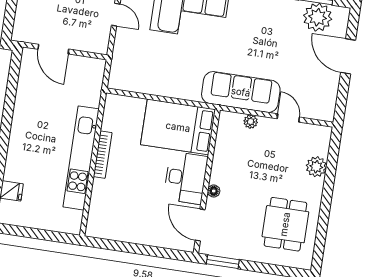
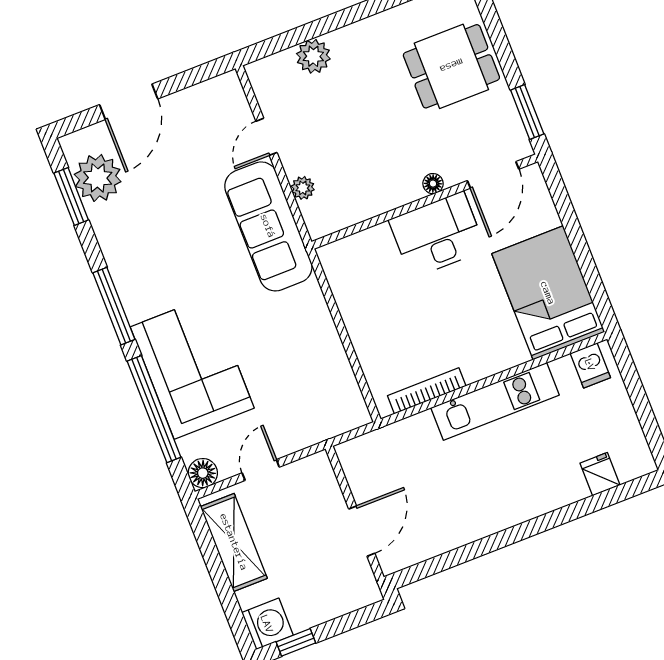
bed: (178, 127) -> (548, 293), moved, turned 180
bookcase: (103, 155) -> (427, 391), moved
kitchen unit: (81, 158) -> (495, 401), width x0.73
dishwasher: (71, 219) -> (590, 365), added
dining table: (285, 224) -> (451, 66), moved

